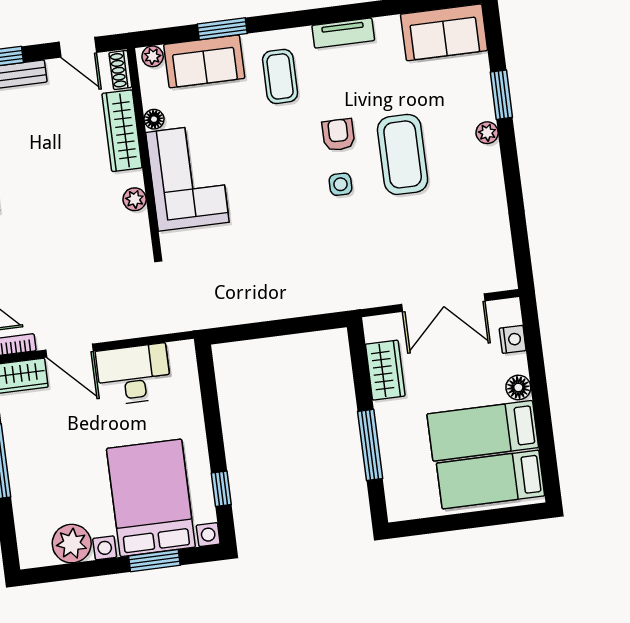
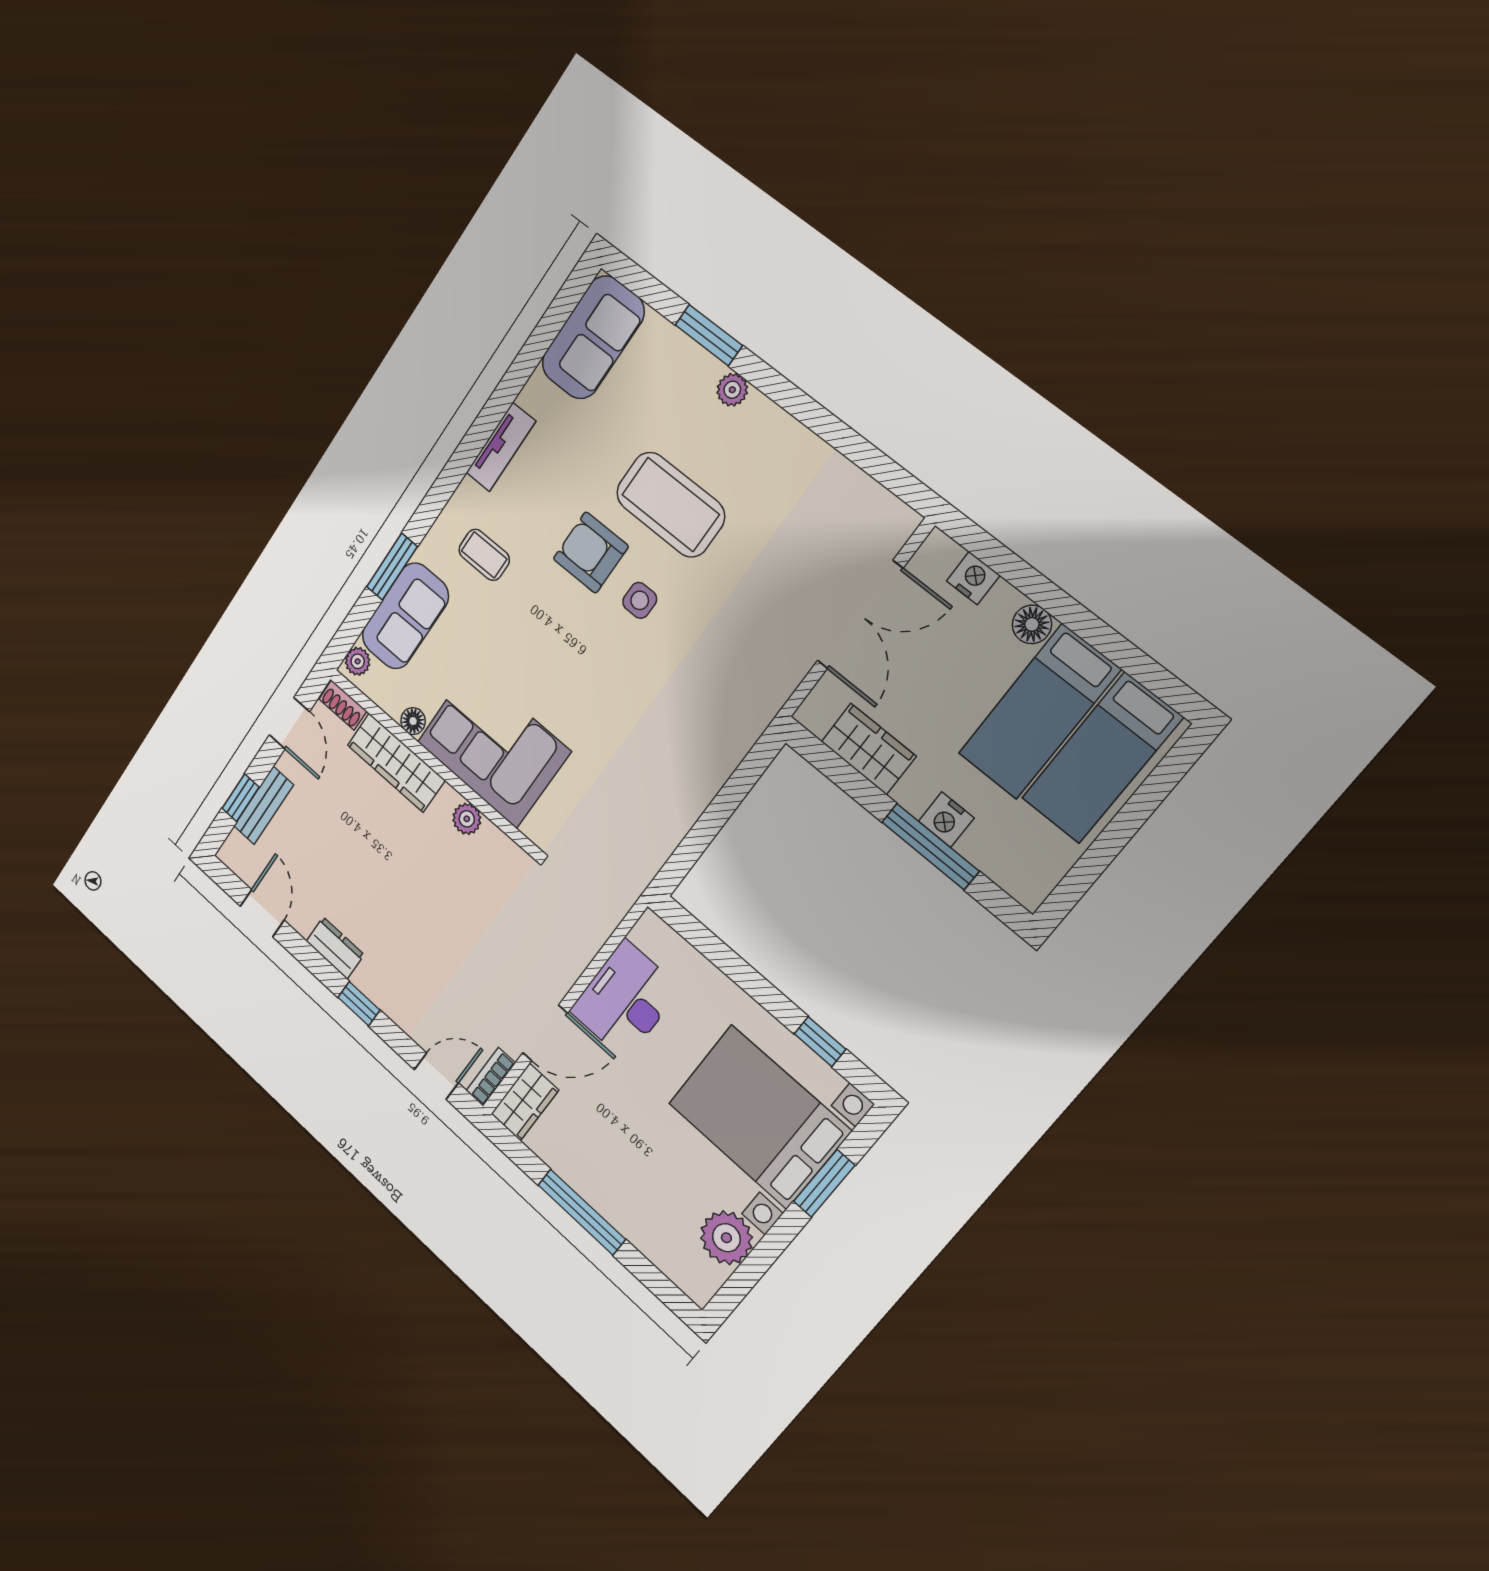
door: (78, 47) -> (289, 723), hinge flipped
coffee table: (280, 76) -> (484, 555), width x0.73, depth x0.77
armchair: (338, 135) -> (591, 553), width x1.38, depth x1.38
nightstand: (390, 439) -> (946, 820), added

